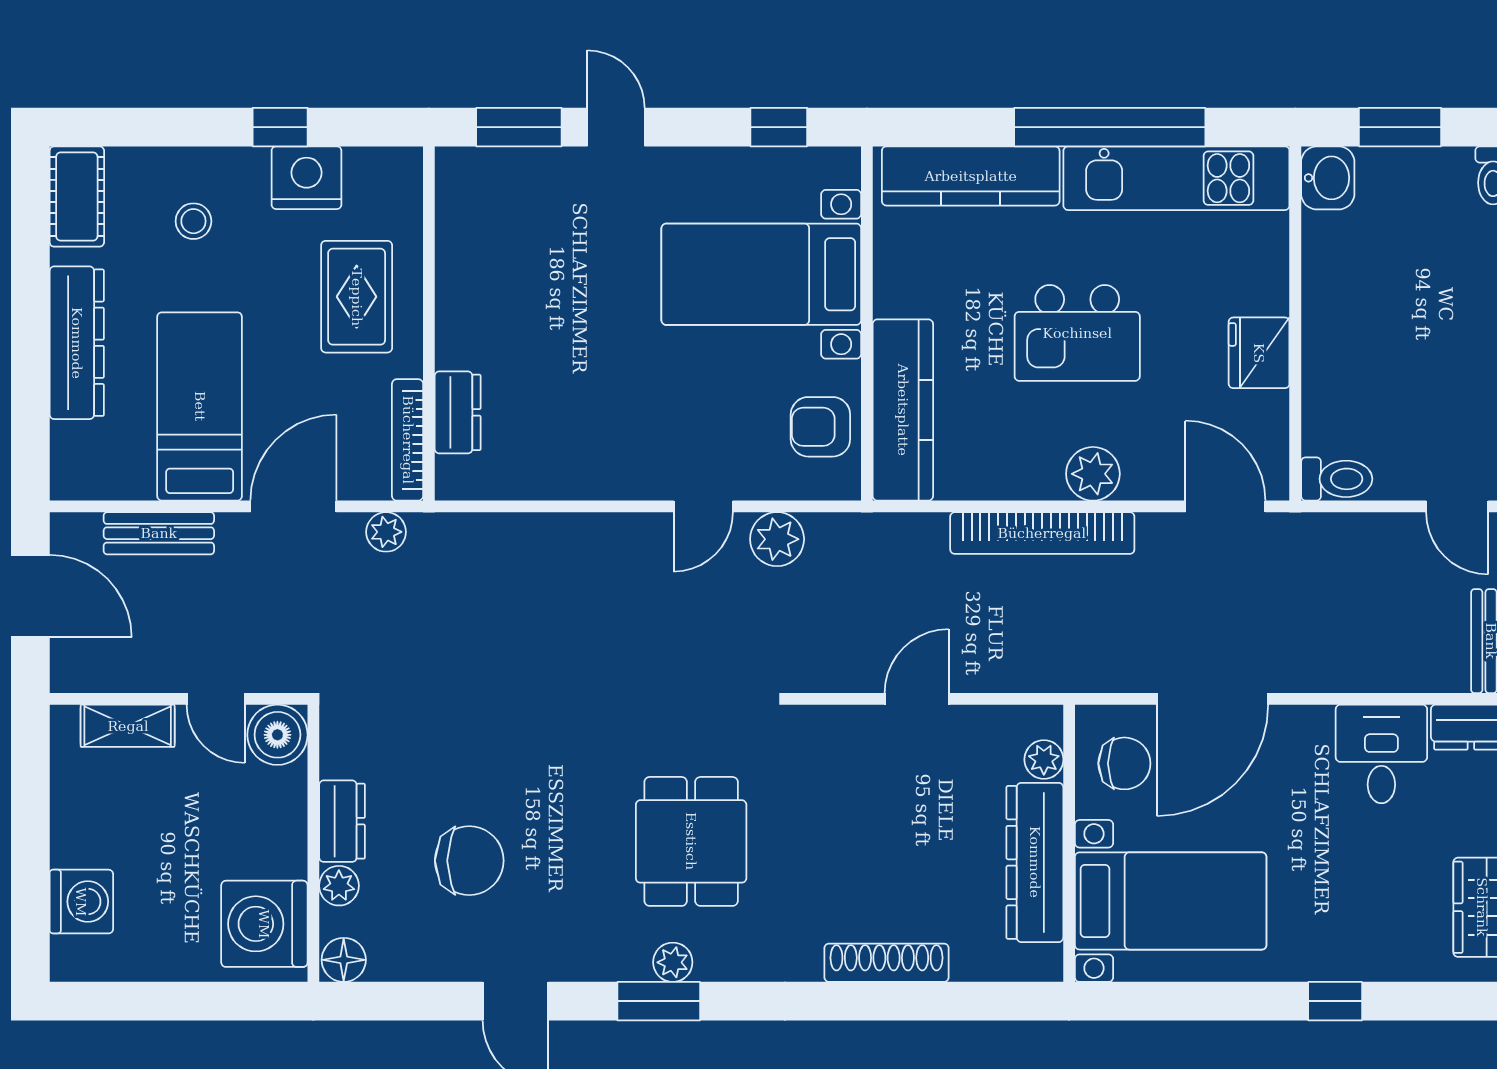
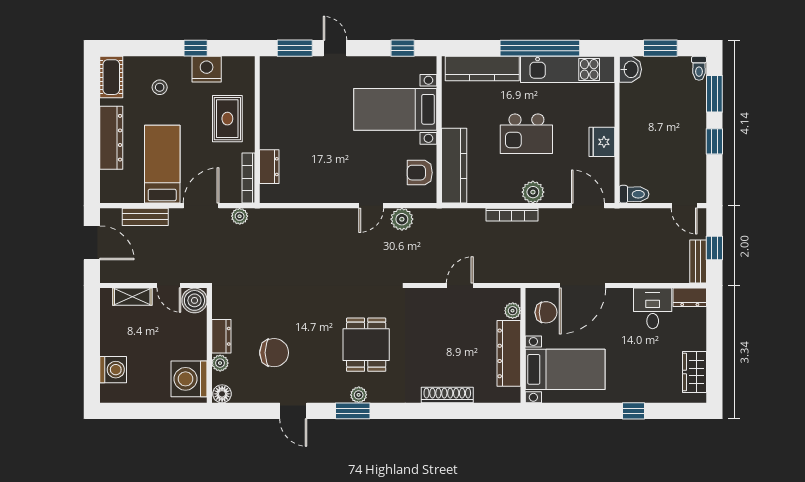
bookcase: (1042, 533) -> (512, 215), width x0.68, depth x0.76

